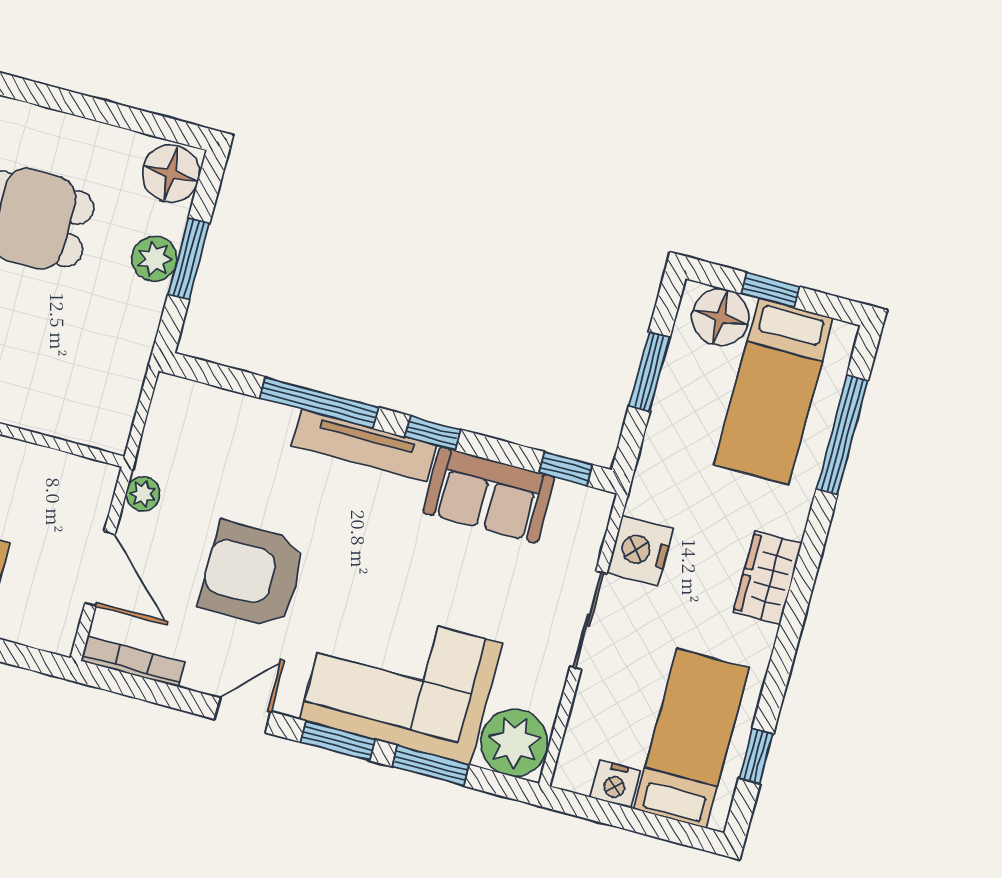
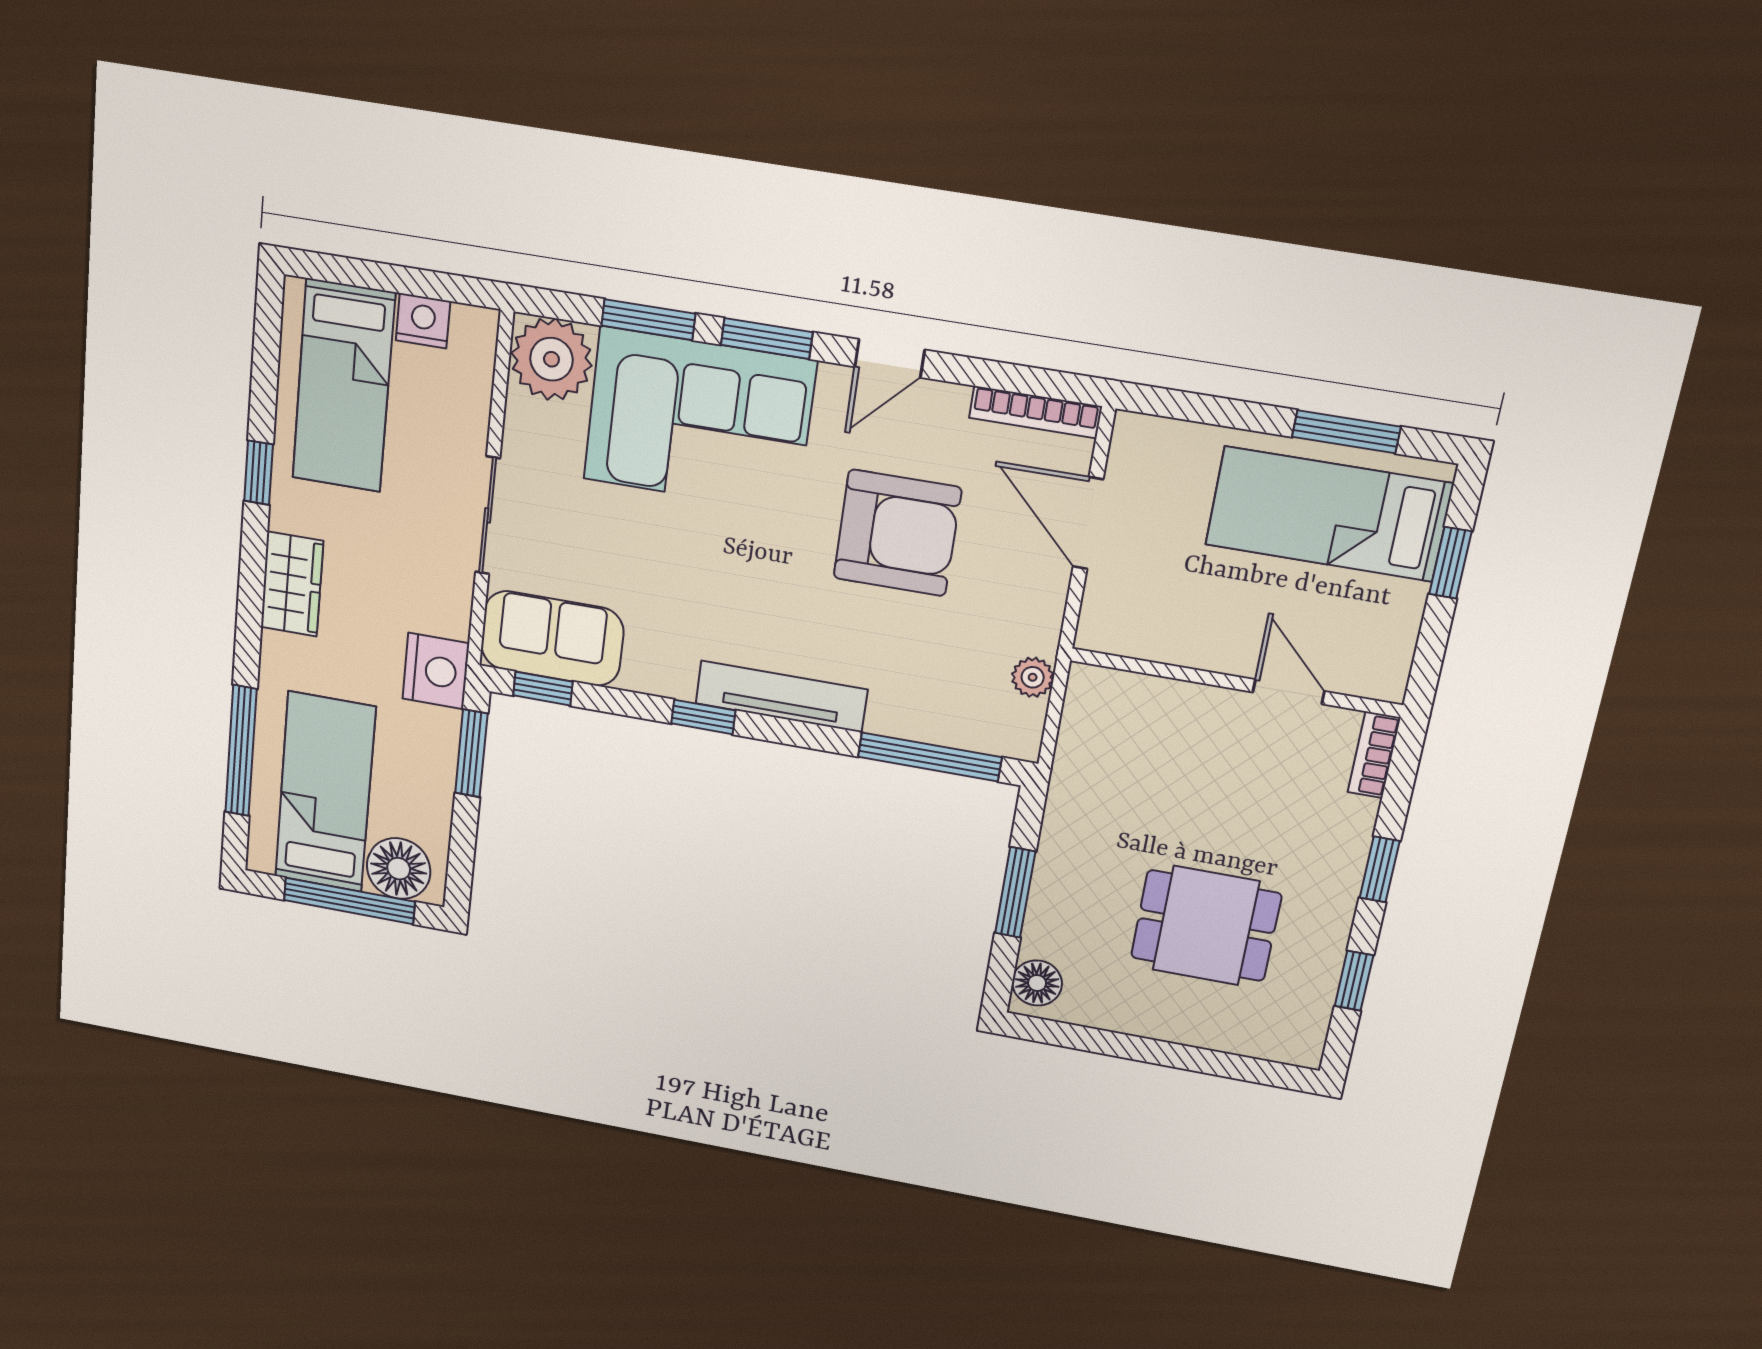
floor lamp: (171, 174) -> (1037, 983), width x0.73, depth x0.73
plant: (154, 259) -> (1056, 890), removed
window: (771, 290) -> (349, 901), width x2.17
window: (649, 372) -> (471, 753), moved
window: (319, 403) -> (930, 757), moved
plant: (143, 494) -> (1033, 677), moved
sofa: (489, 495) -> (552, 638), moved
nightstand: (640, 551) -> (436, 671), moved
window: (756, 756) -> (259, 473), moved

